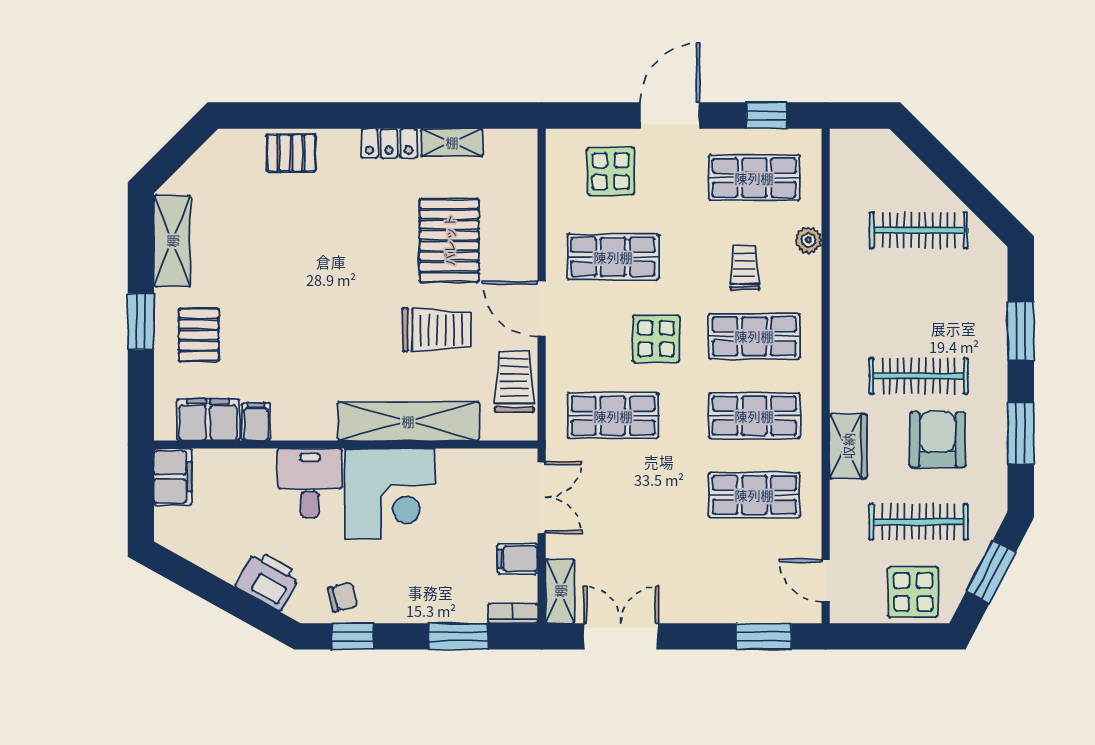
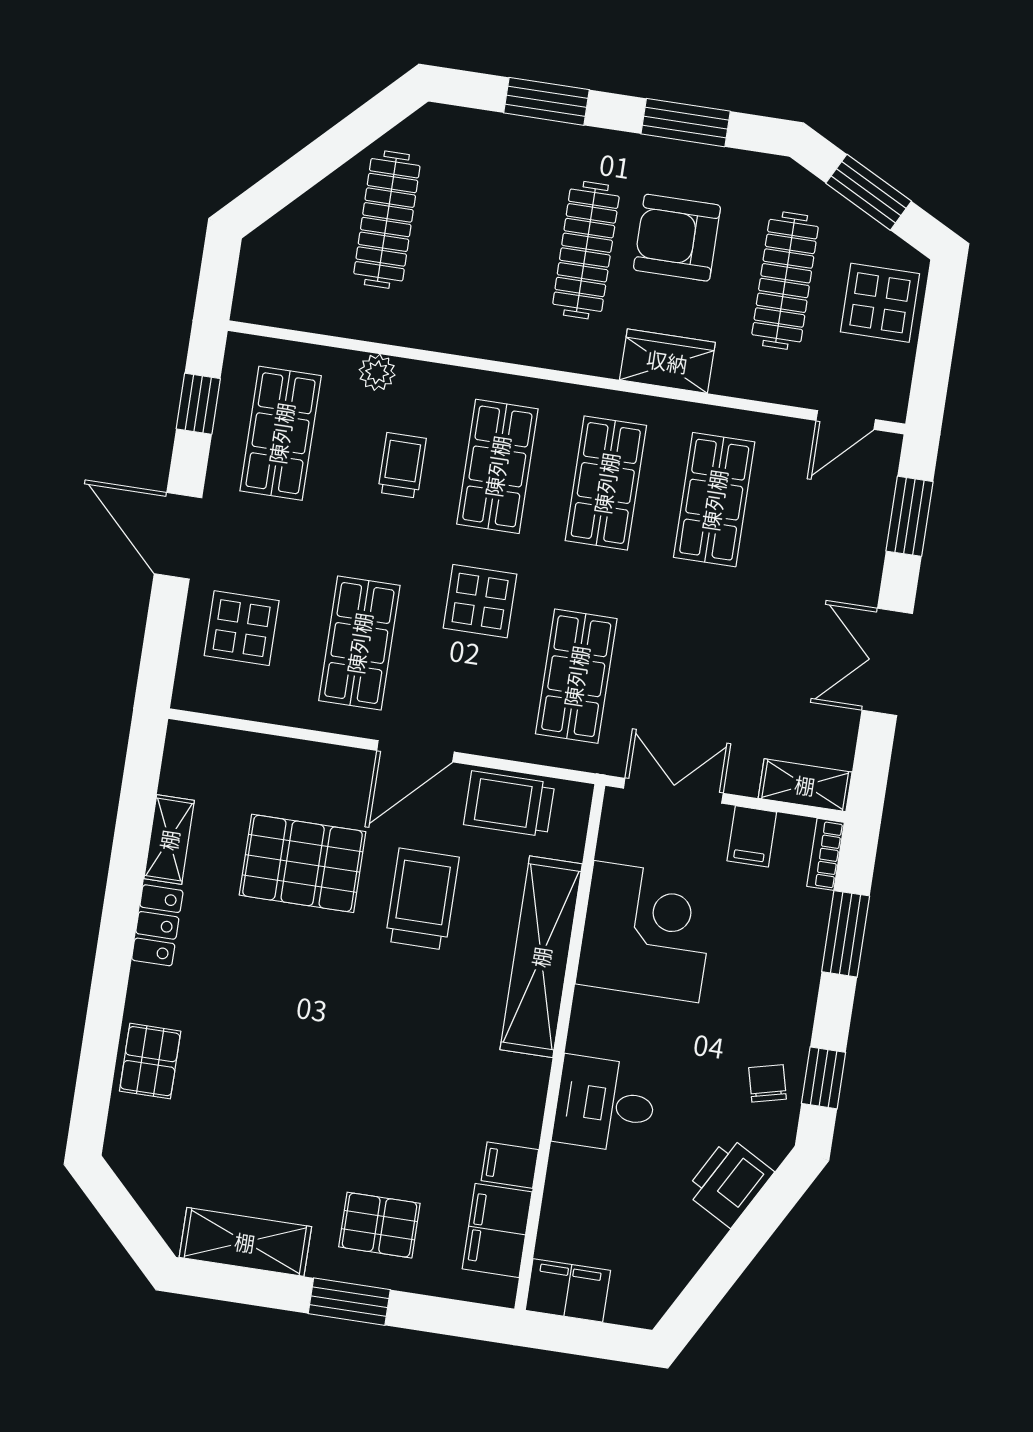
trolley: (745, 268) -> (402, 465), turned 90
corner desk: (390, 494) -> (646, 932), moved
double door: (621, 636) -> (887, 662), moved

